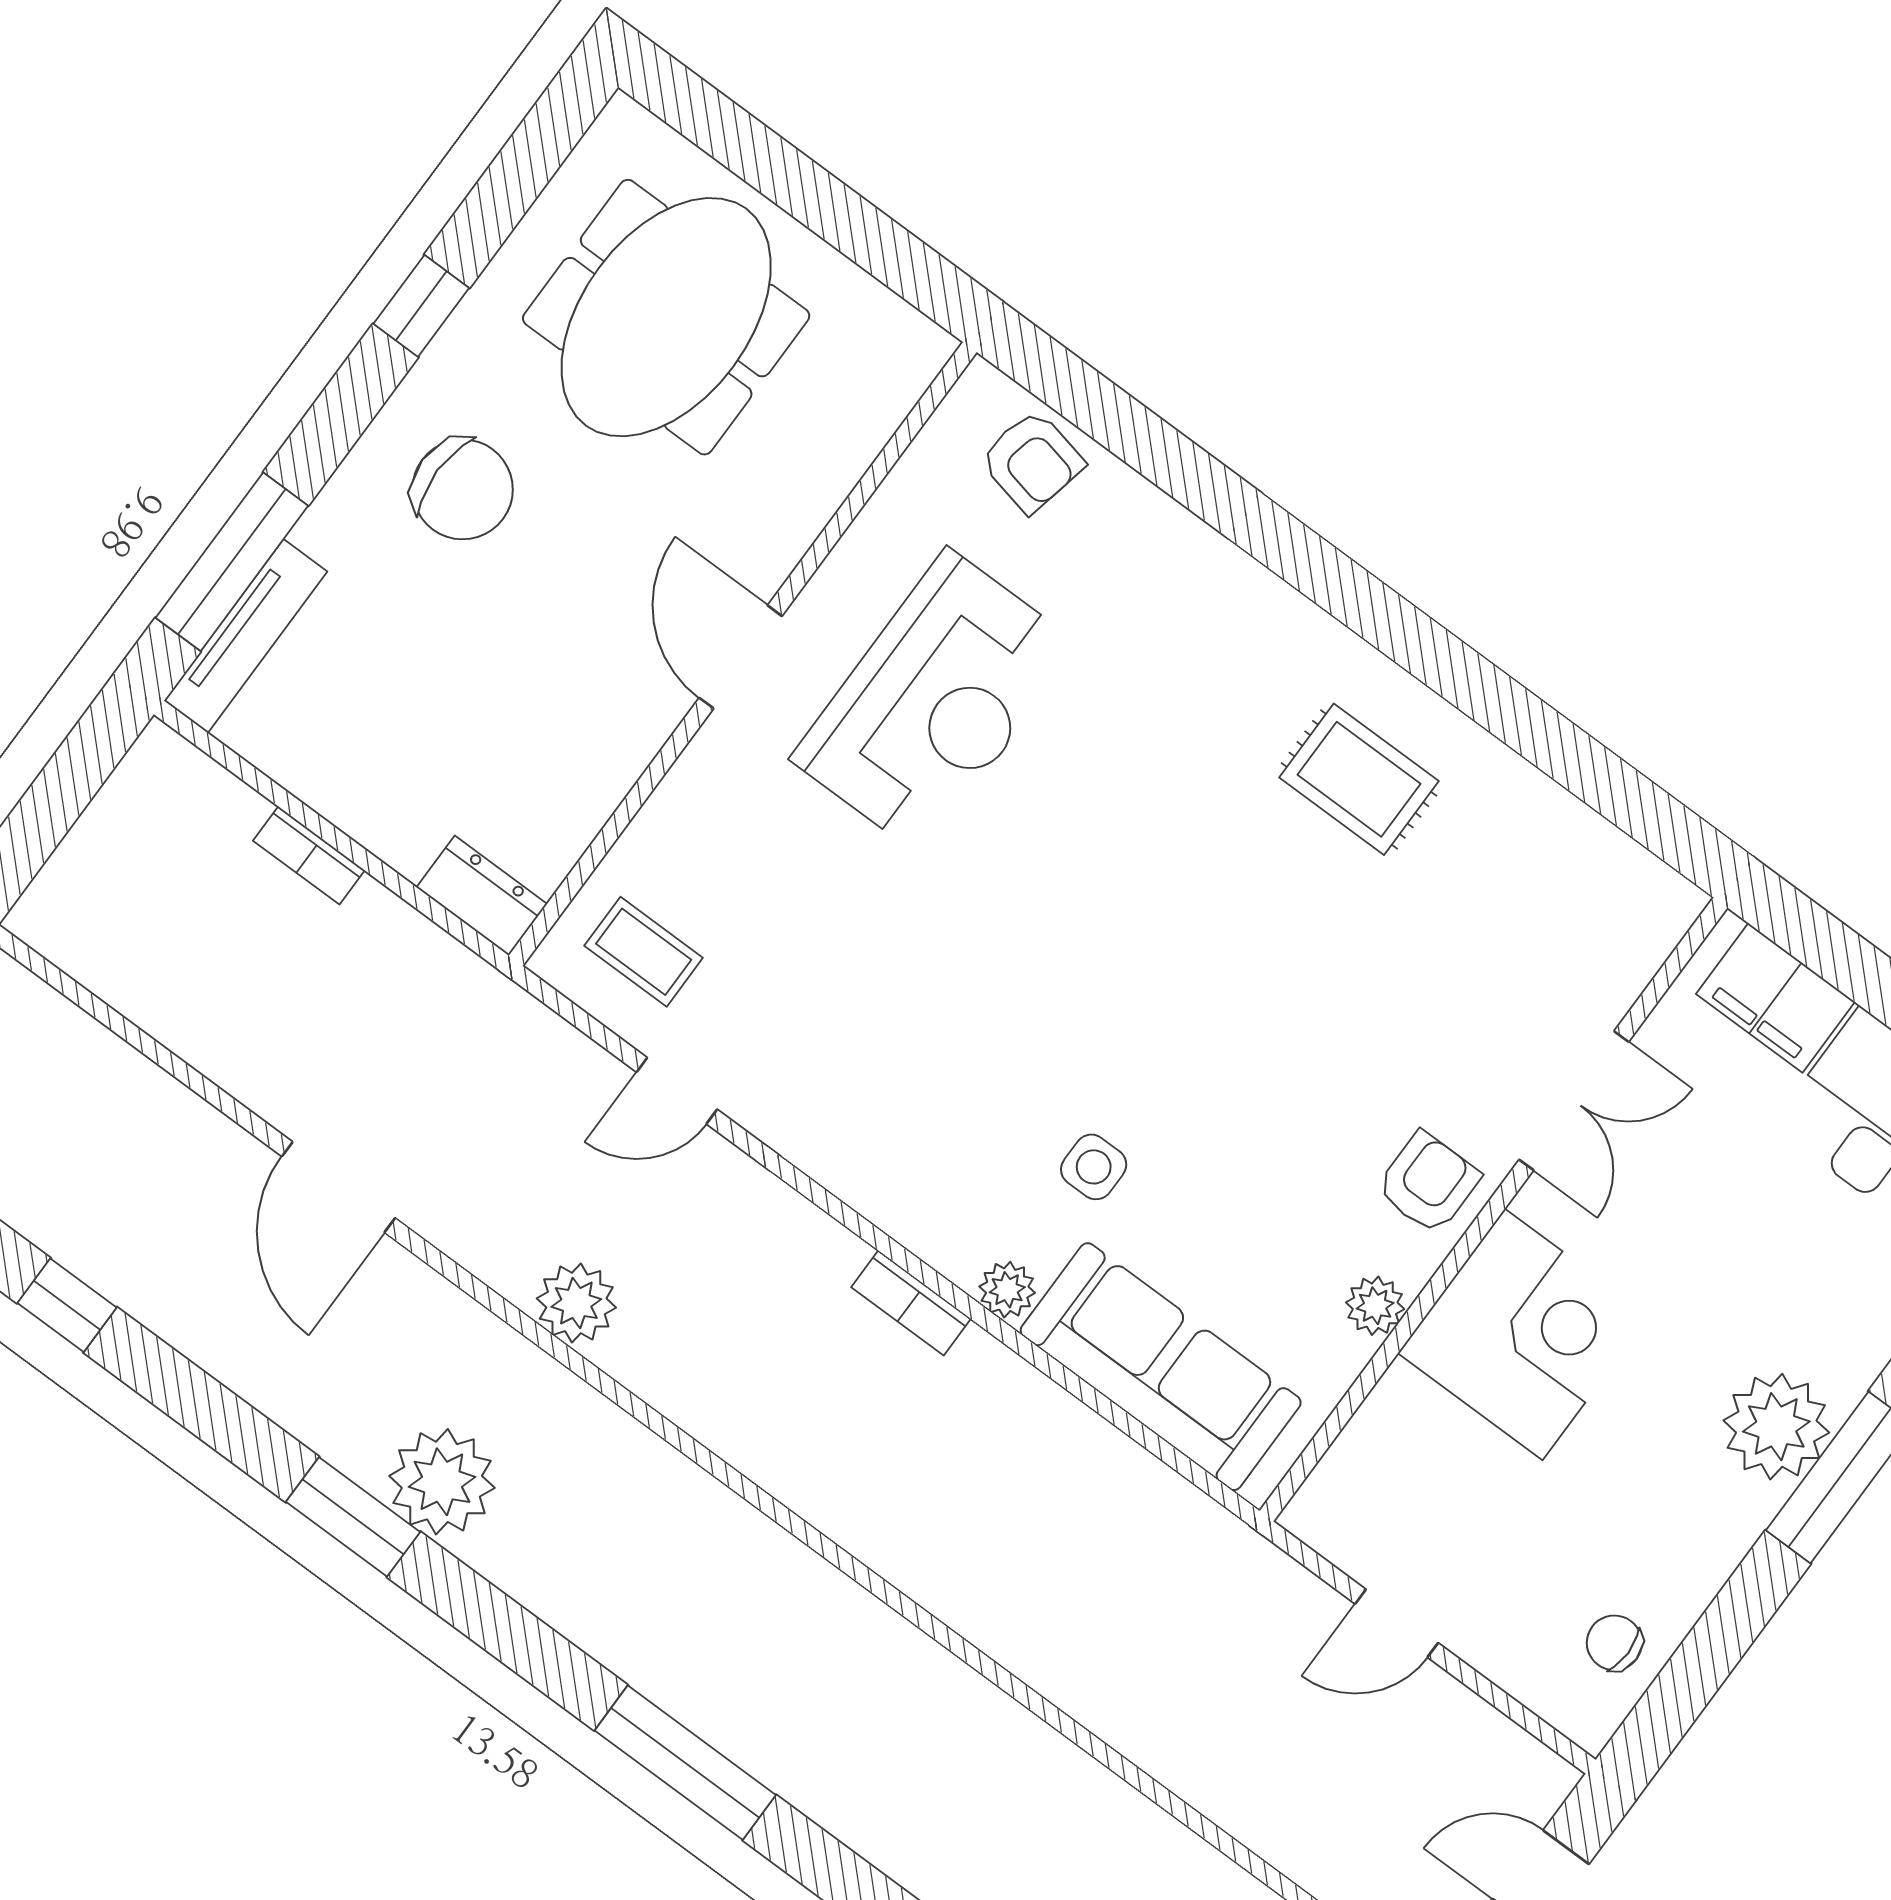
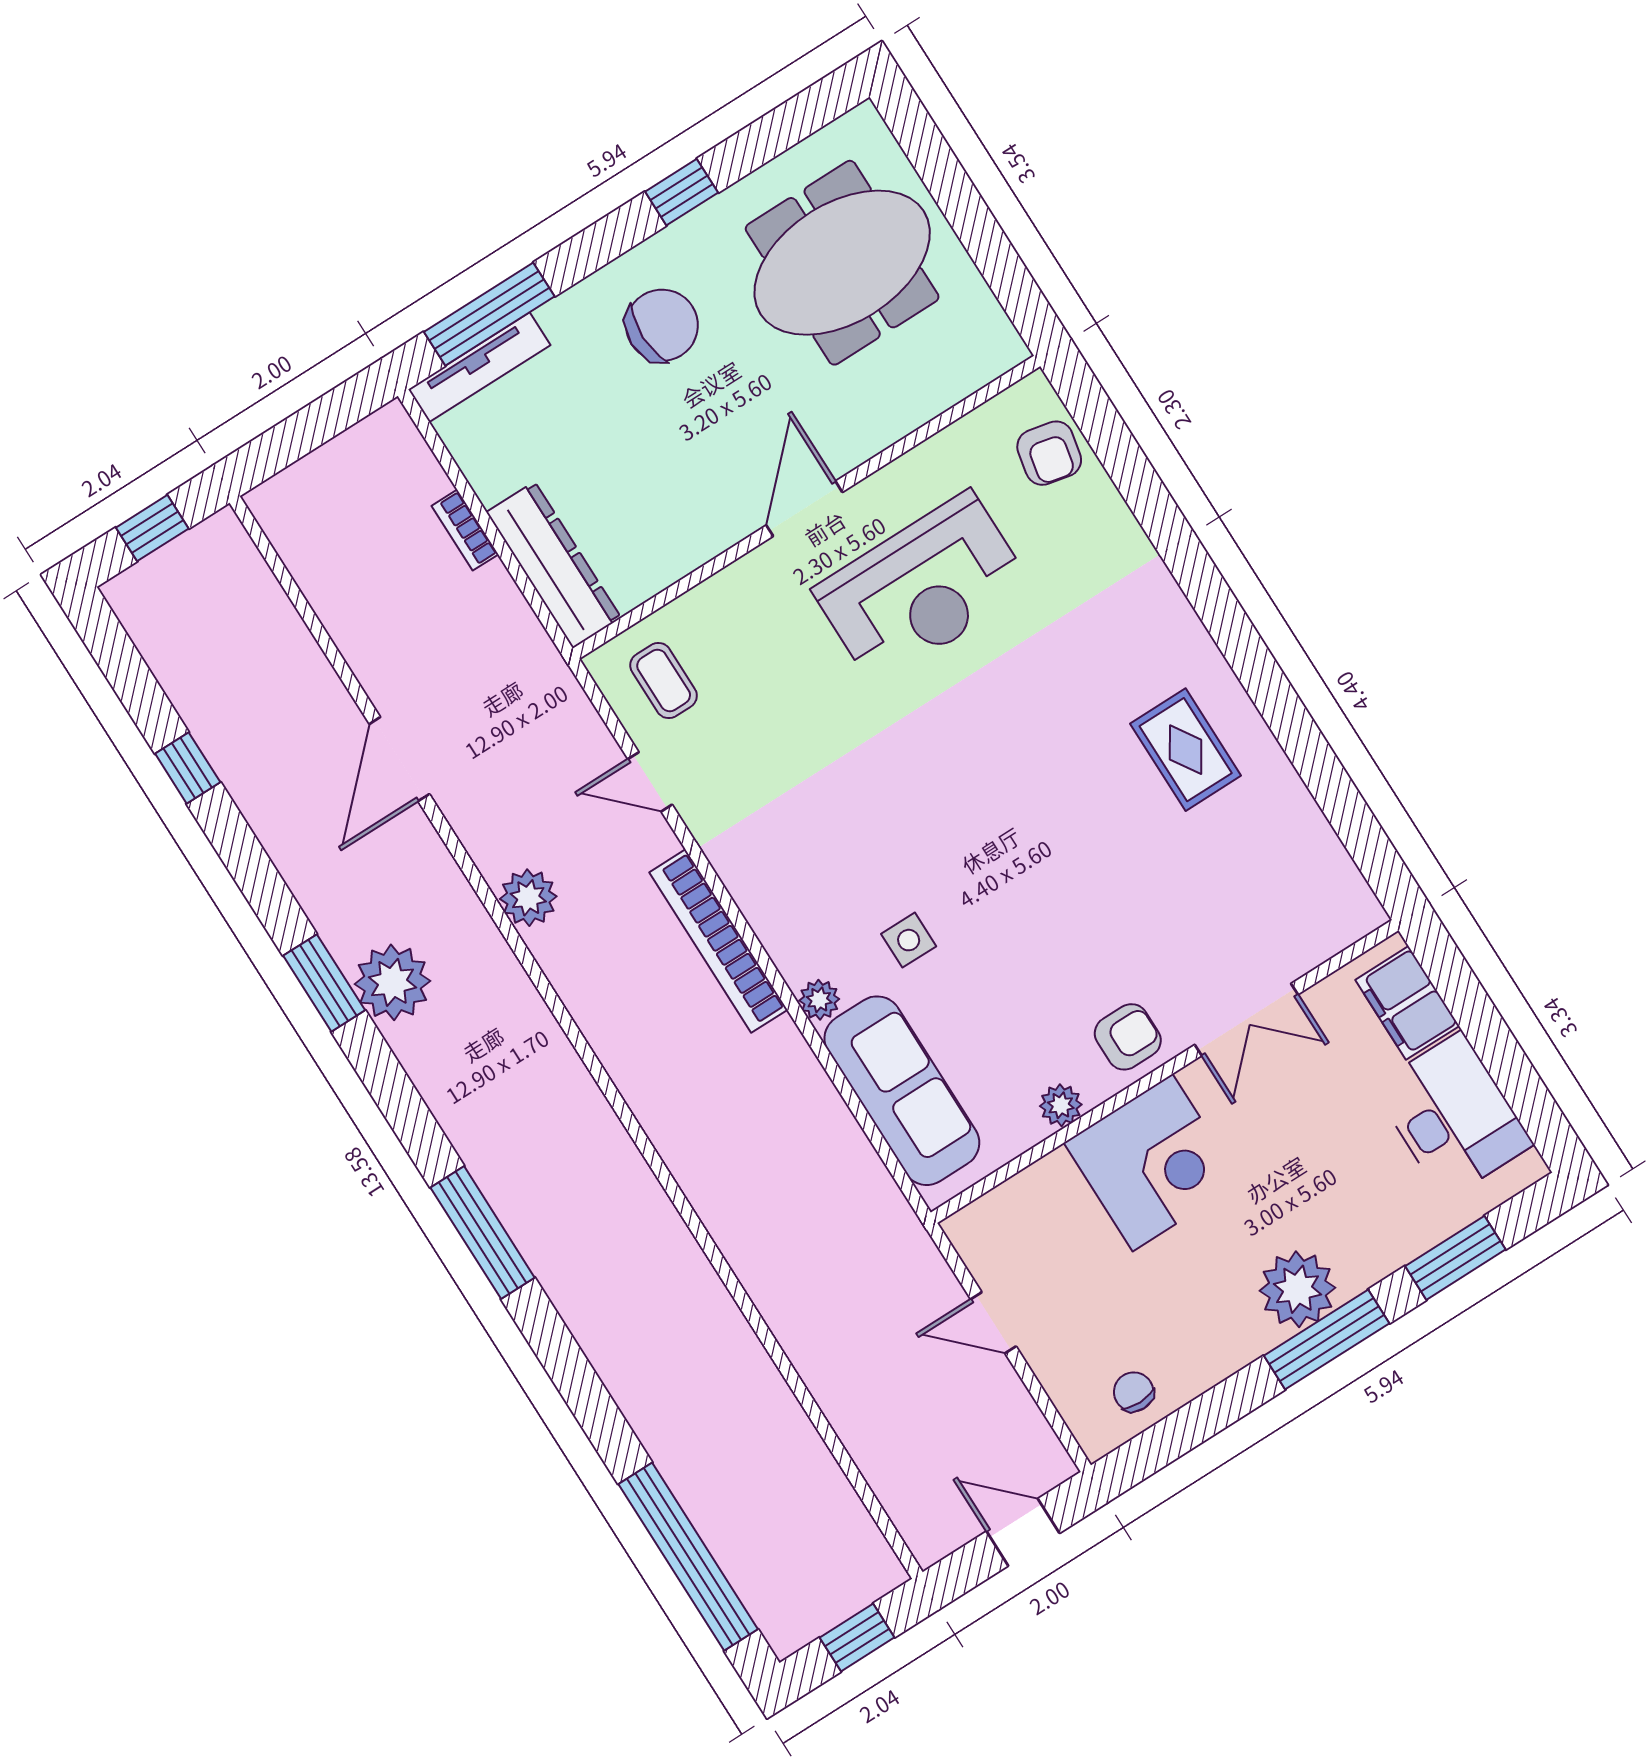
chair: (463, 489) -> (662, 325), turned -90
dresser: (482, 896) -> (554, 565), width x1.96, depth x1.24
bookcase: (911, 1303) -> (718, 941), width x2.31, depth x1.31

